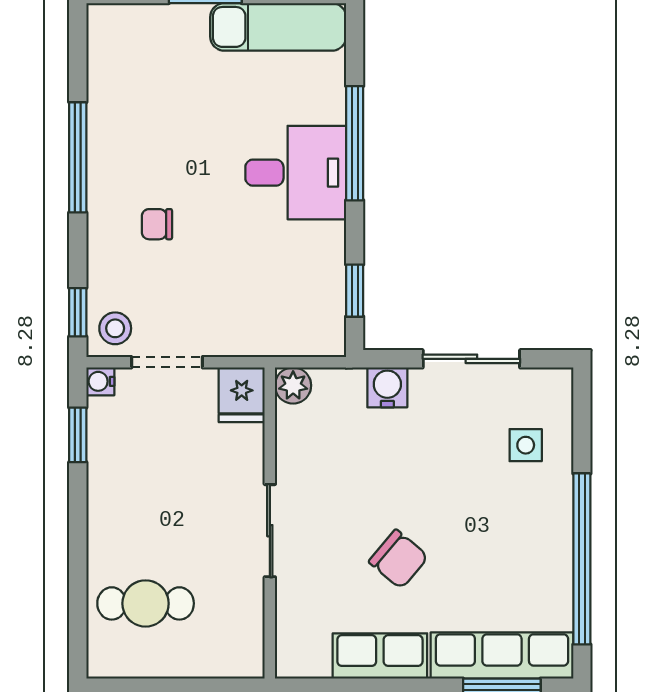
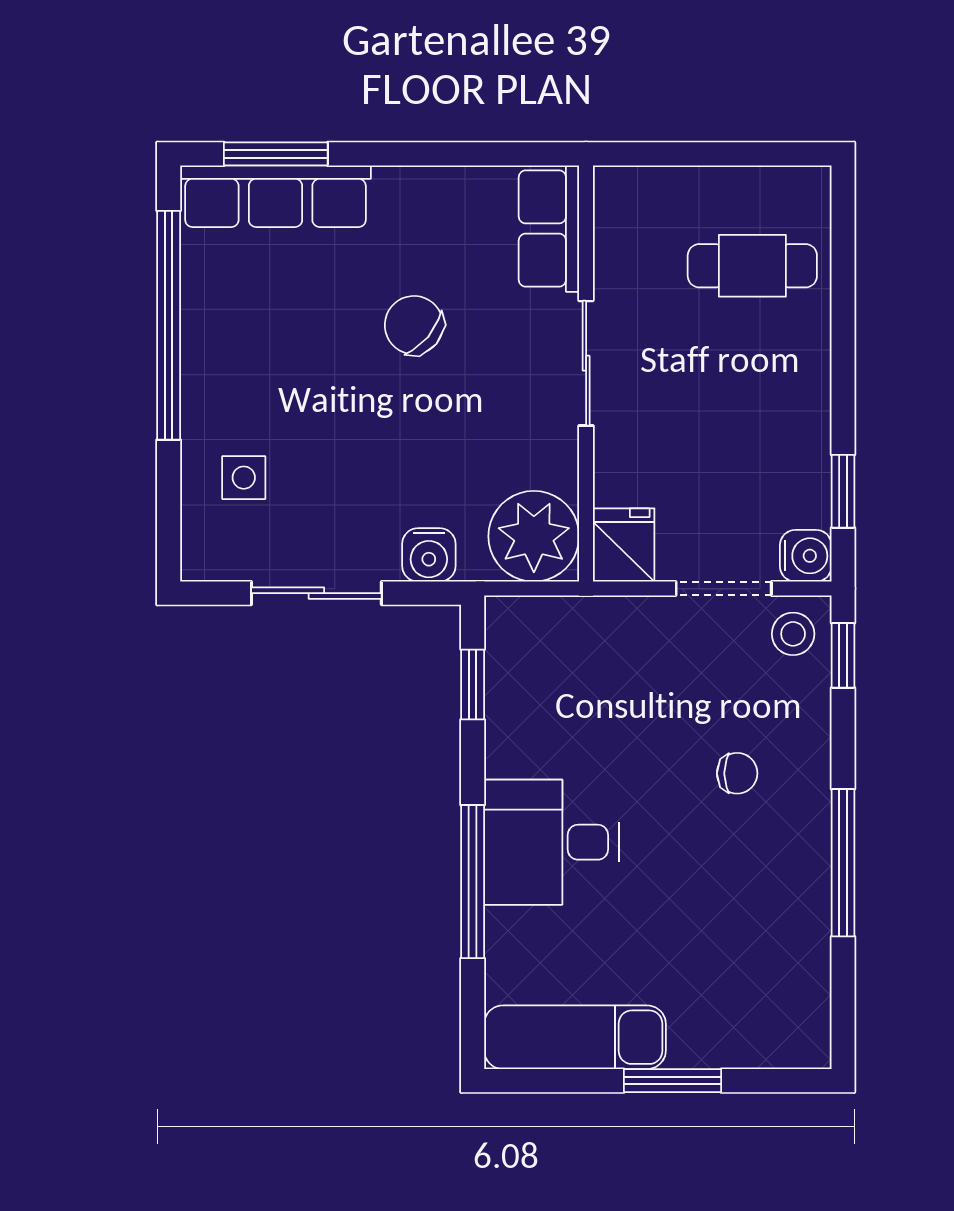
water cooler: (100, 381) -> (806, 556), width x1.38, depth x1.38
plant: (293, 385) -> (534, 536), width x1.88, depth x1.88
row of seats: (380, 656) -> (549, 229), moved, turned 90

